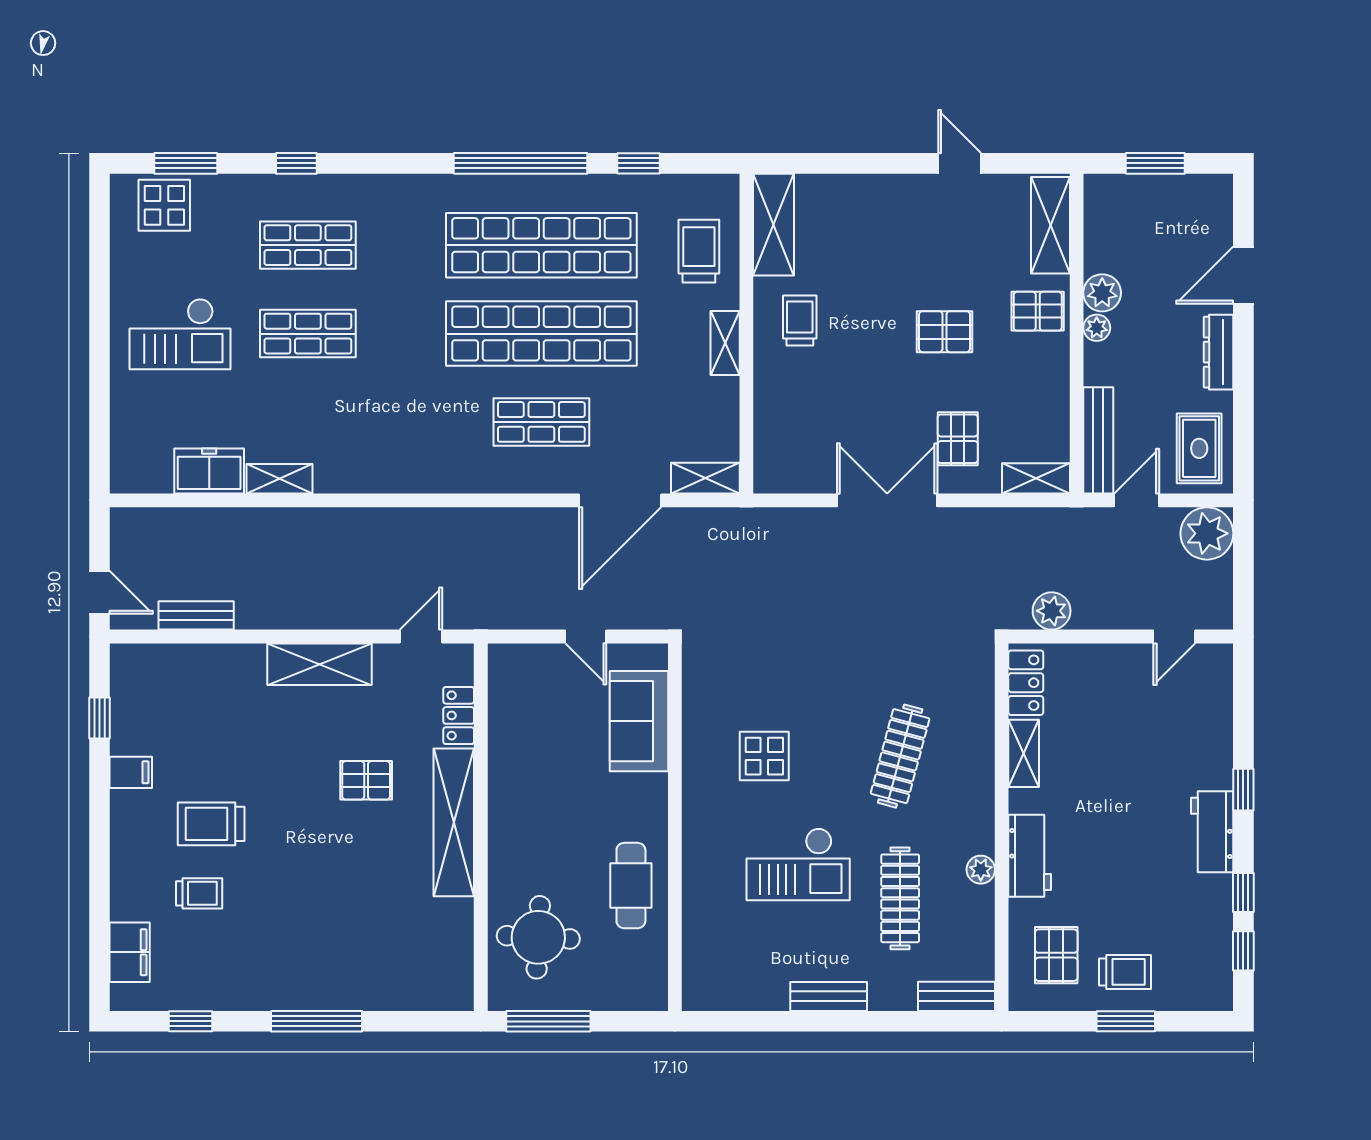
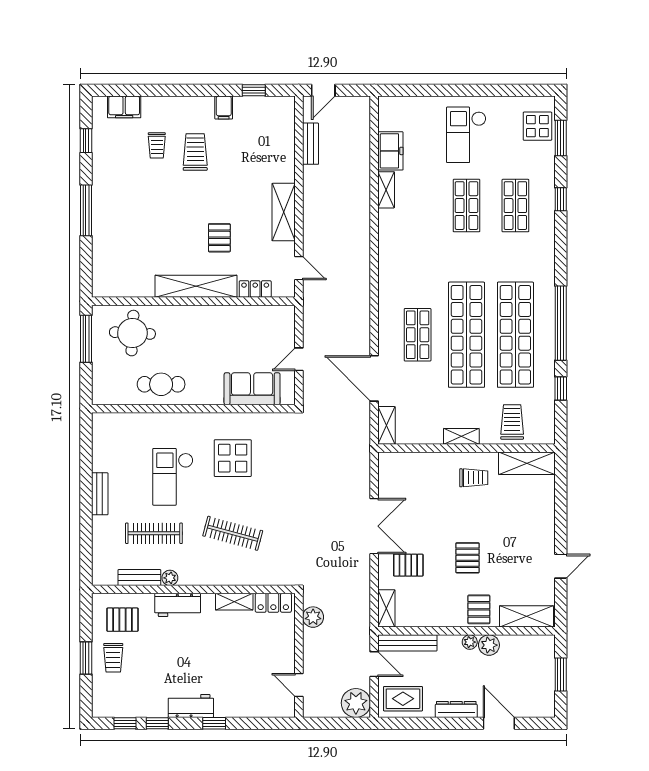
trolley: (699, 251) -> (512, 422), turned -90
display table: (764, 756) -> (233, 458), width x1.36, depth x1.36
bench: (956, 996) -> (139, 578), moved, turned 90

